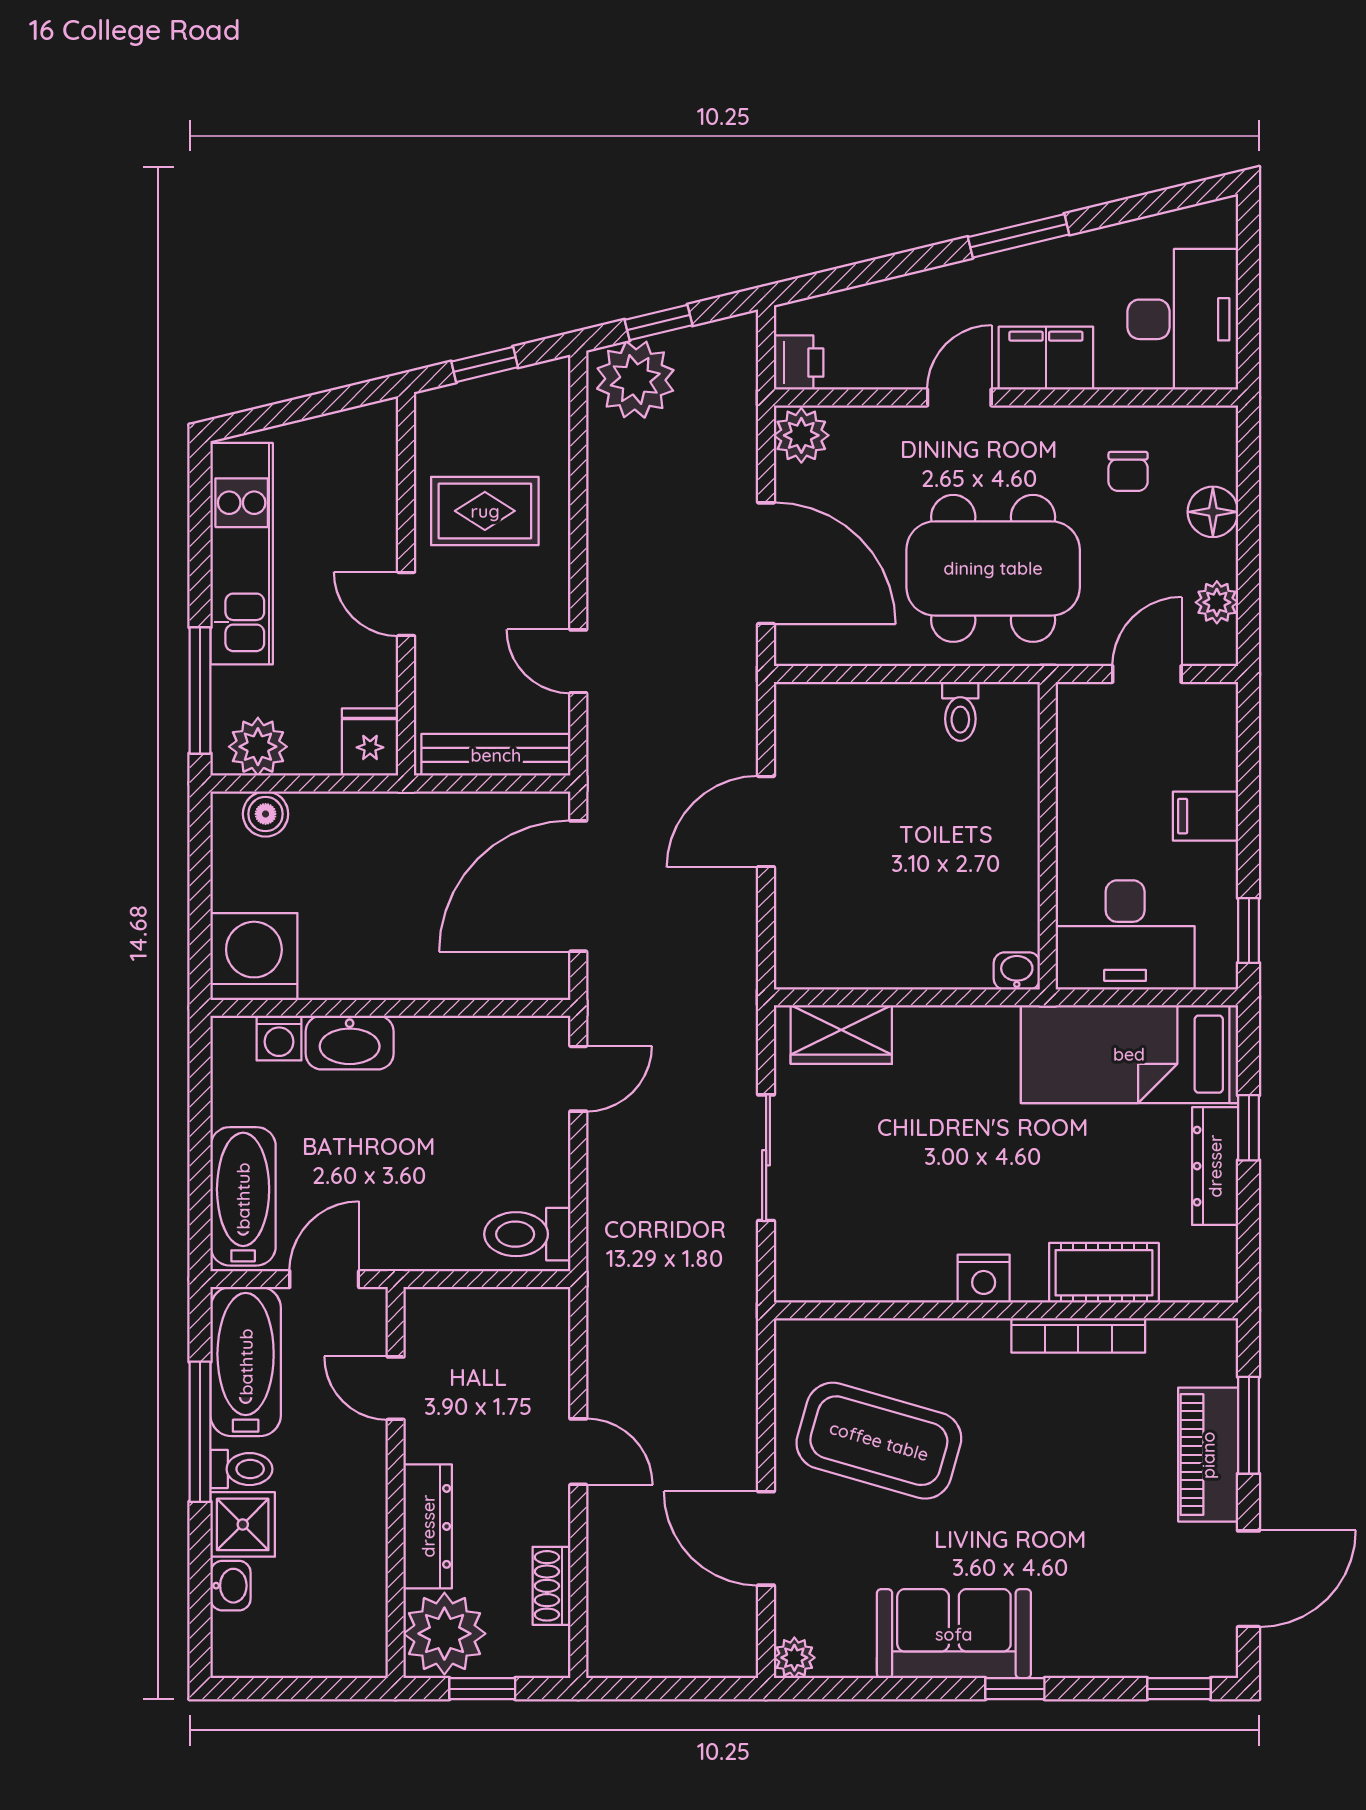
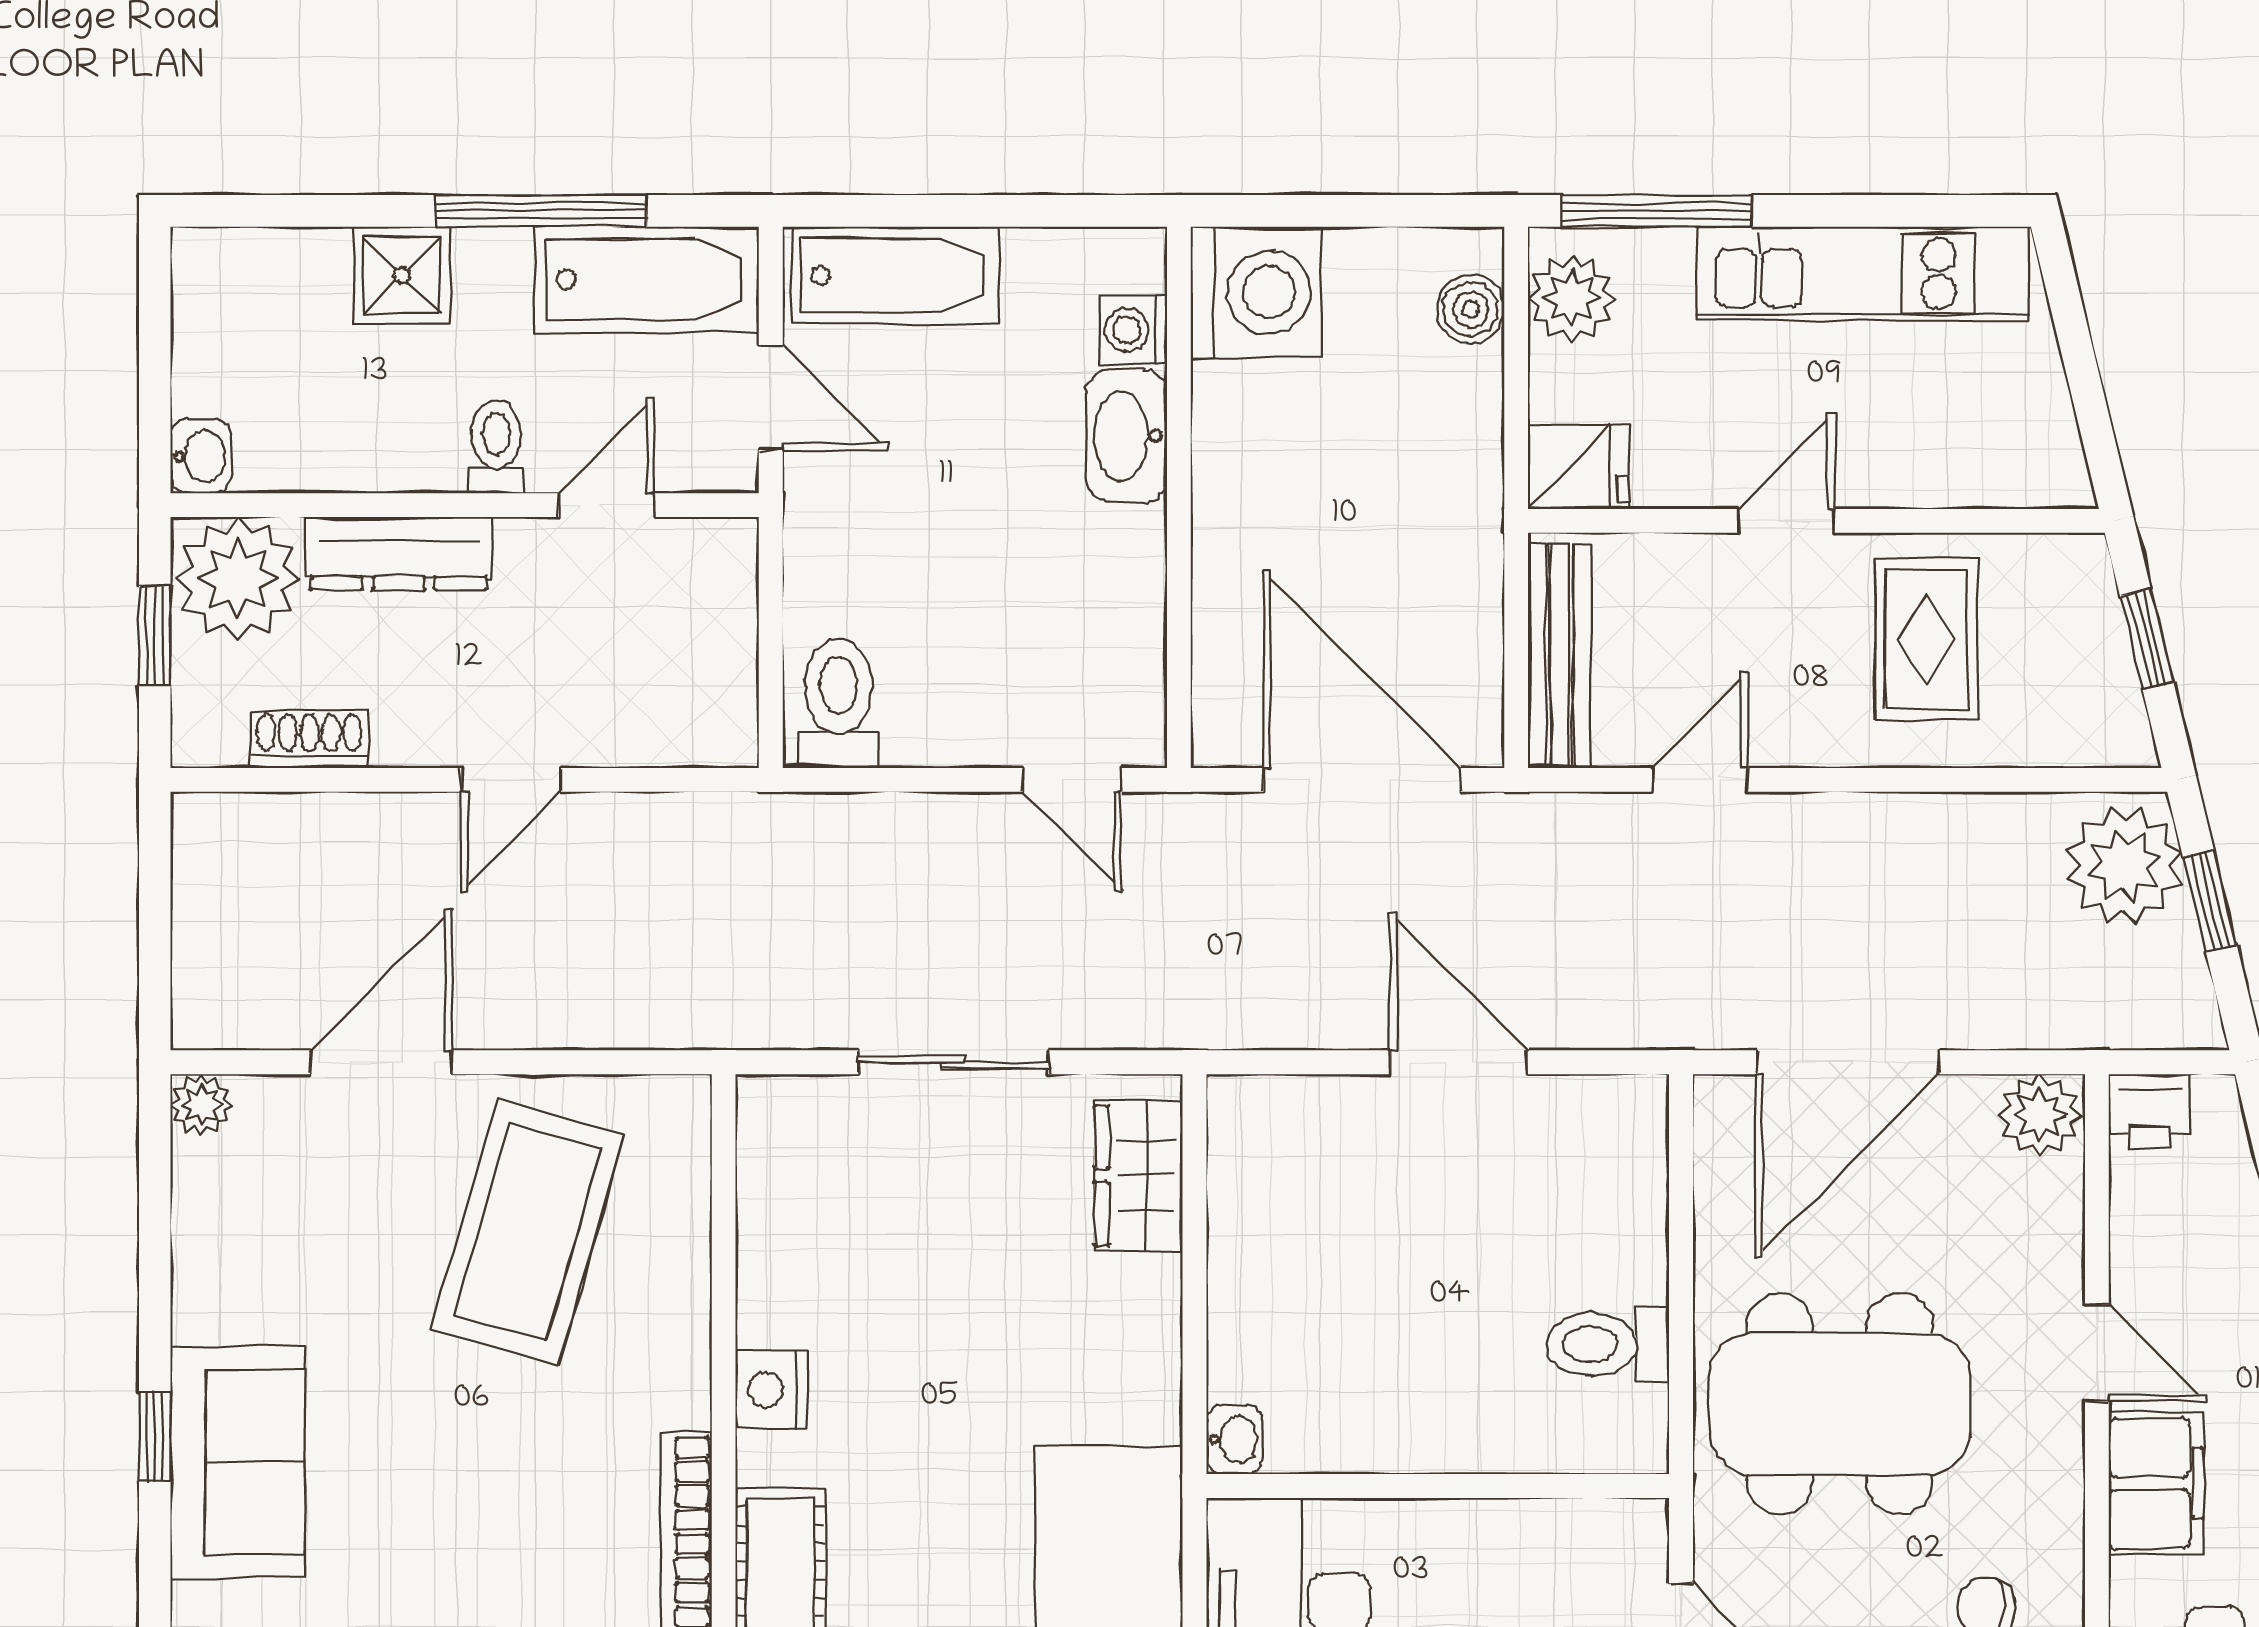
dining table: (993, 568) -> (1840, 1404), turned 90
toilet: (960, 711) -> (1608, 1344), width x1.37, depth x1.39
toilet: (241, 1469) -> (496, 447), moved, turned 180
washbasin: (231, 1586) -> (201, 456), moved, turned -90
sofa: (954, 1634) -> (238, 1462), moved

